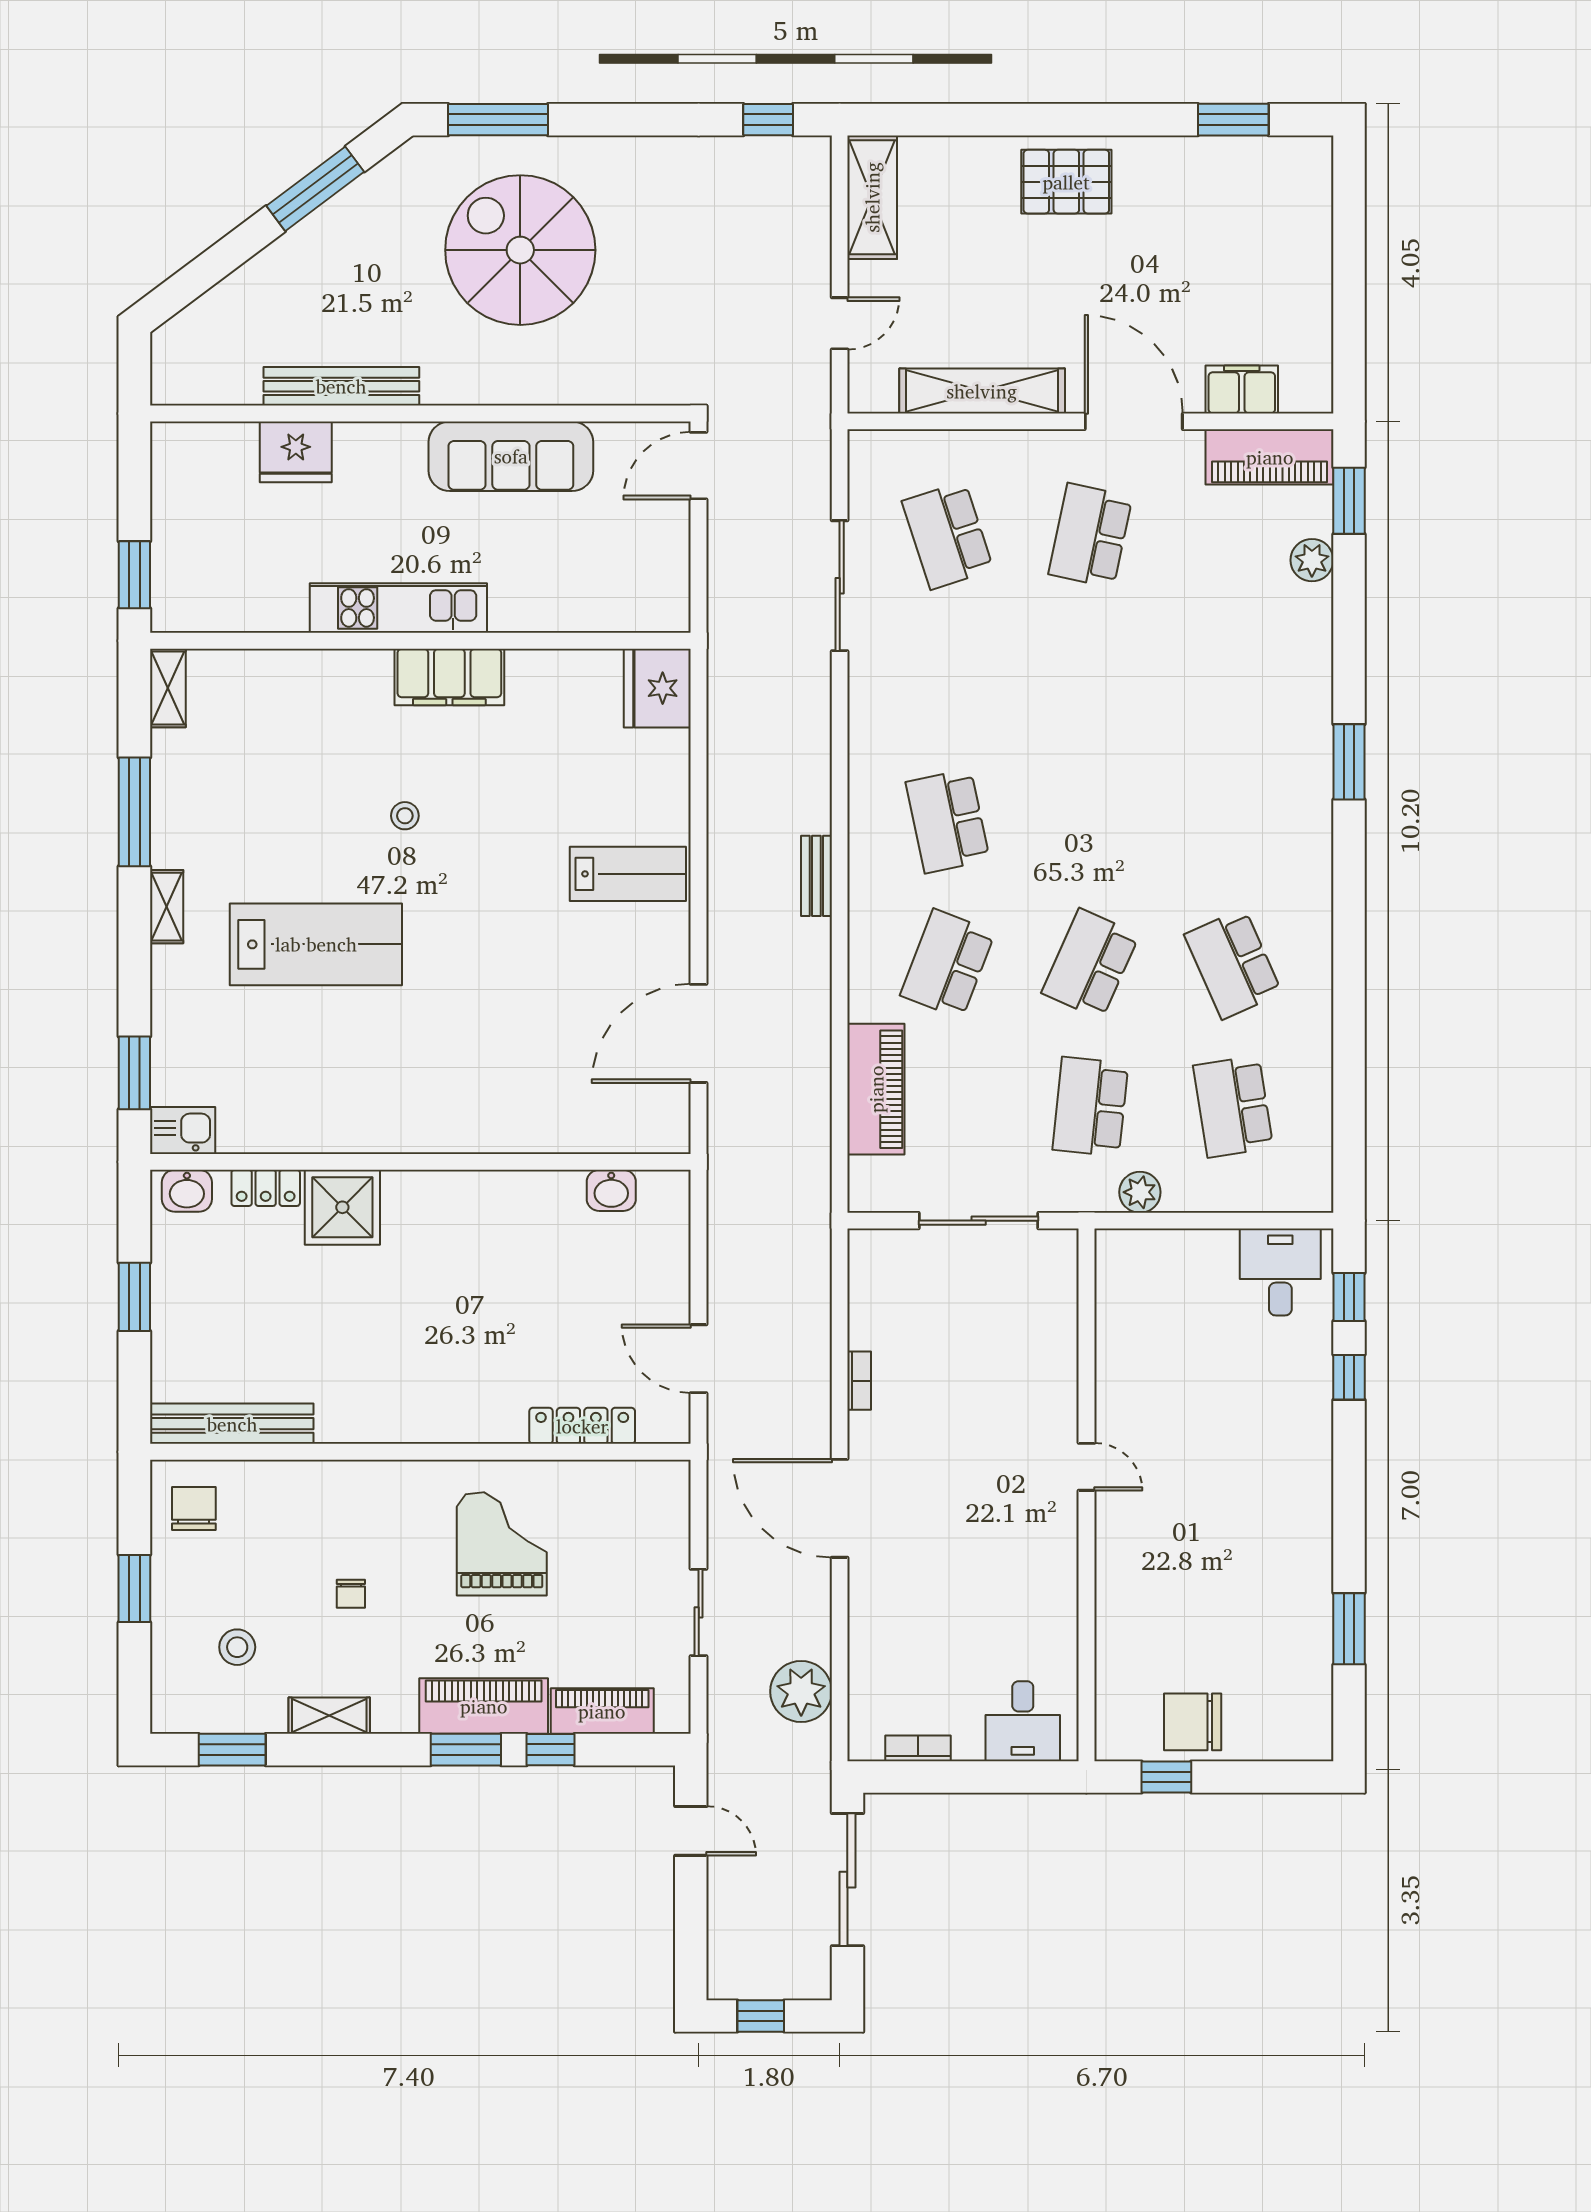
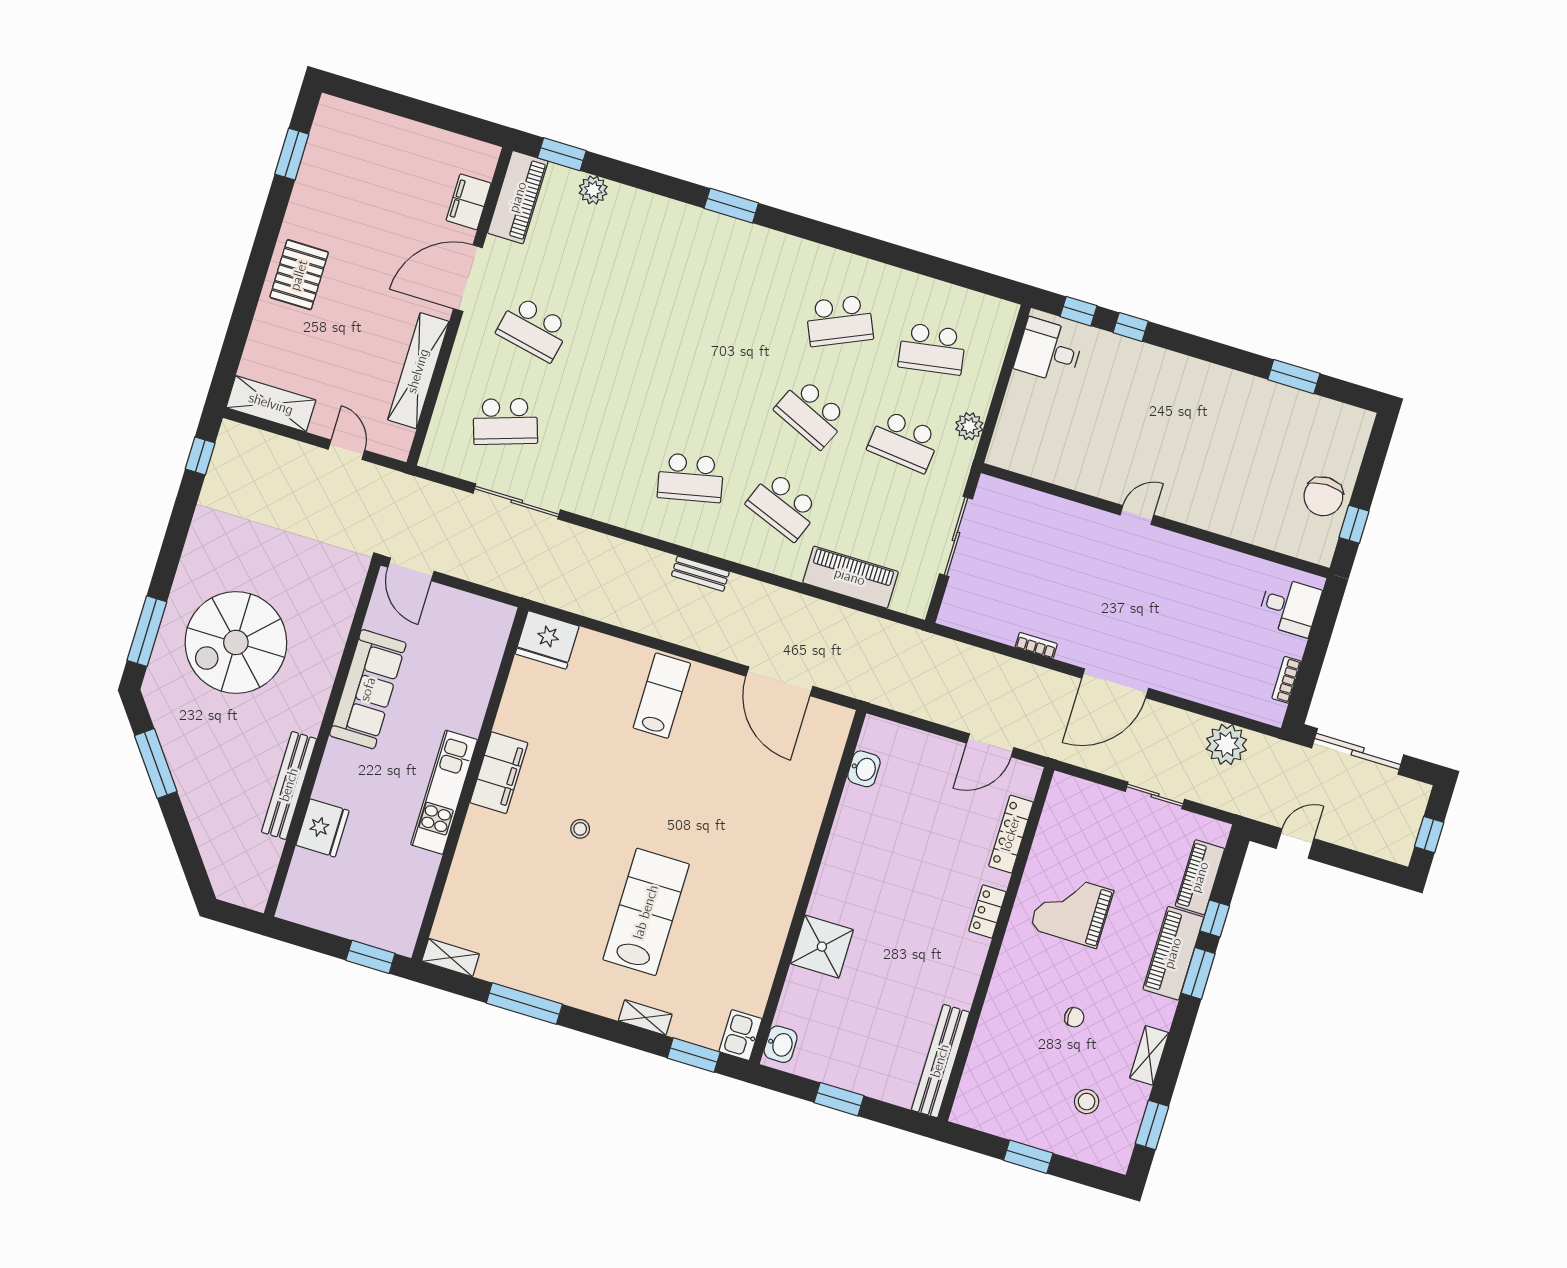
shelving: (167, 907) -> (645, 1018), moved
locker: (266, 1188) -> (987, 912), moved, turned 180
chair: (194, 1509) -> (988, 1102), removed

